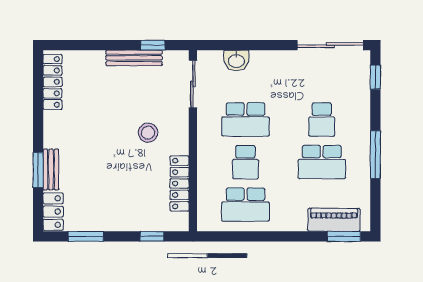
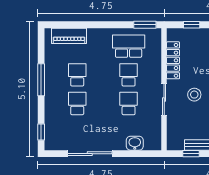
sliding door: (330, 45) -> (90, 154), moved
sliding door: (193, 84) -> (164, 99), moved
school desk: (246, 119) -> (129, 103), width x0.54
school desk: (322, 162) -> (77, 75), width x0.54
window: (344, 236) -> (145, 25), moved

